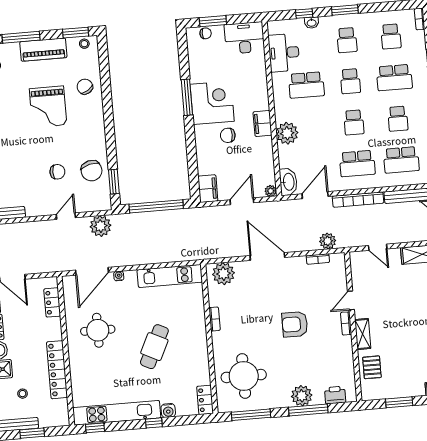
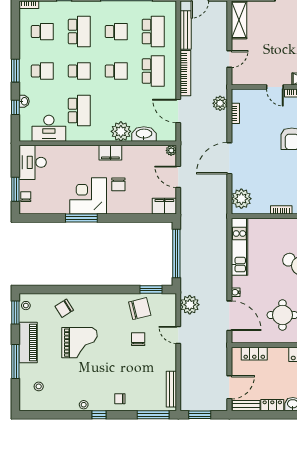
washbasin: (288, 182) -> (144, 134), moved

